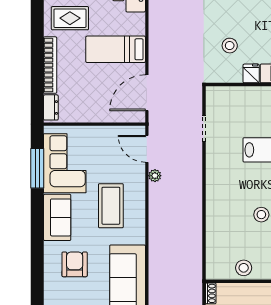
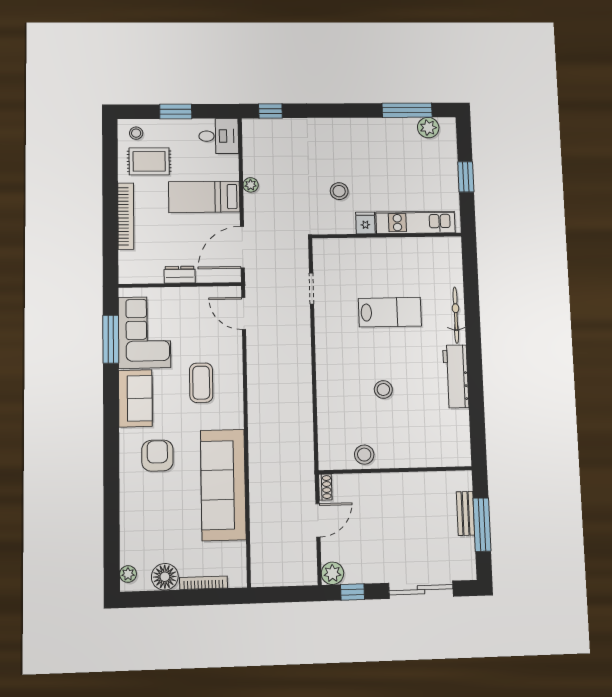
dresser: (51, 107) -> (180, 275), moved, turned -90
plant: (155, 176) -> (251, 185), moved
coffee table: (111, 206) -> (201, 383), width x0.73, depth x0.76

